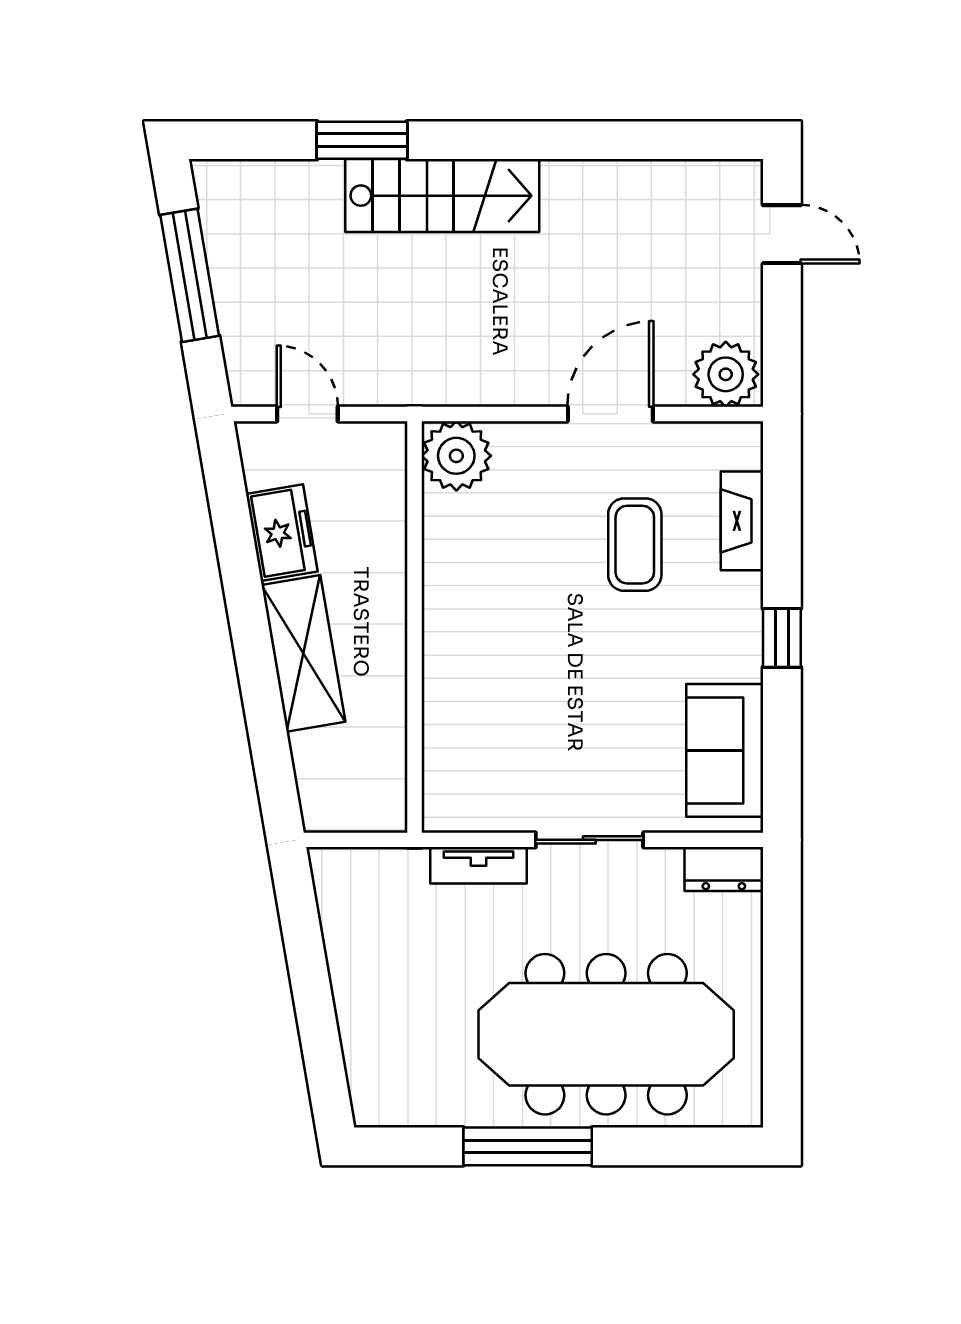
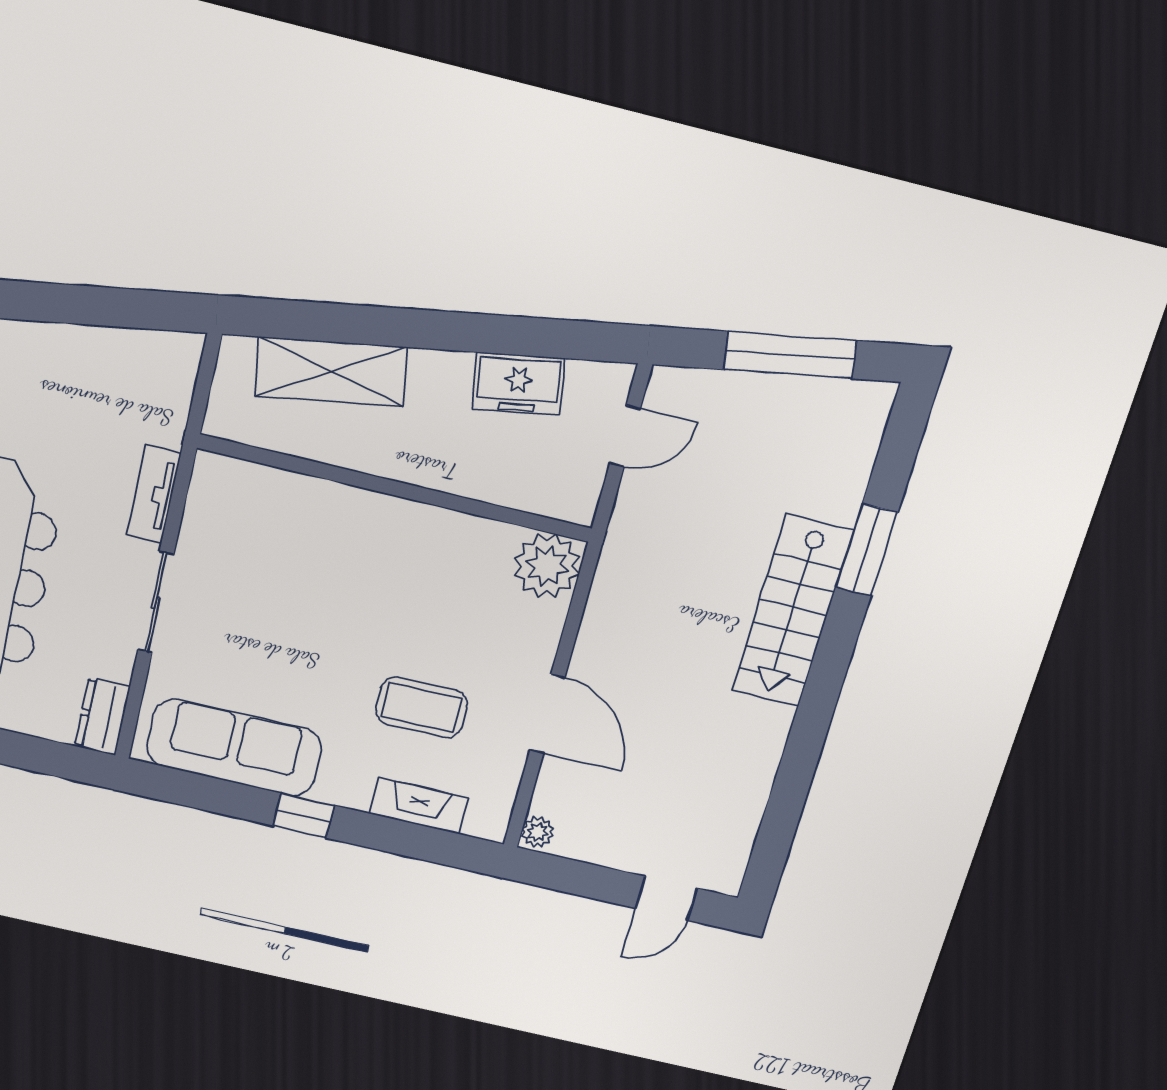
plant: (726, 374) -> (538, 832), width x0.53, depth x0.53
shelving: (303, 653) -> (331, 372), moved
sofa: (725, 750) -> (234, 748), width x1.36

